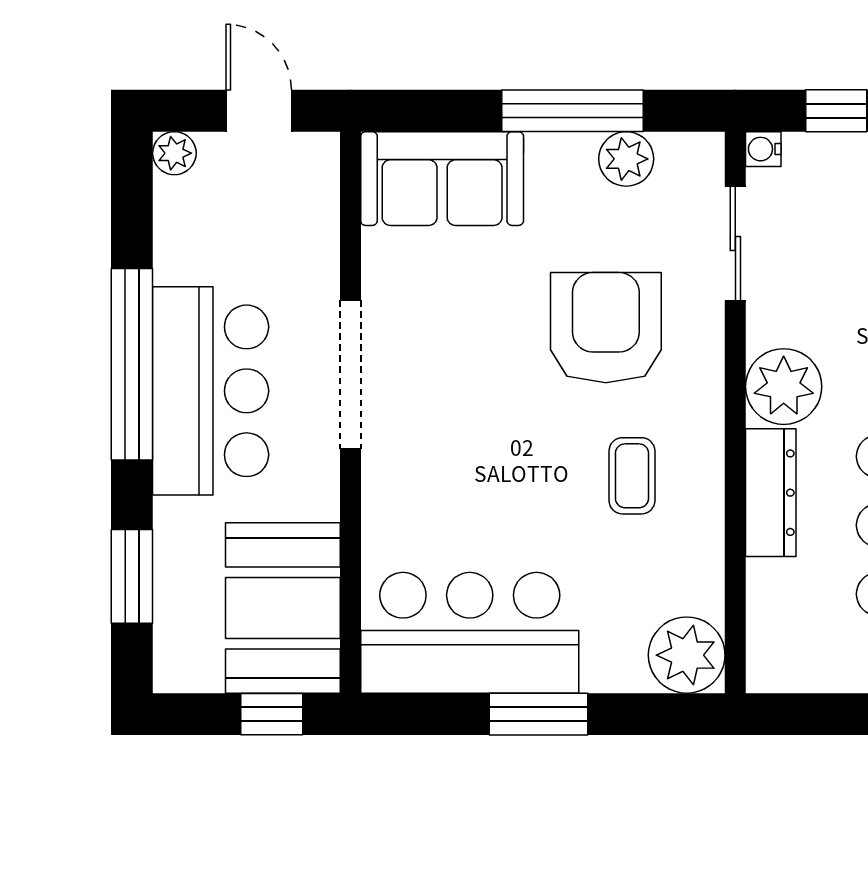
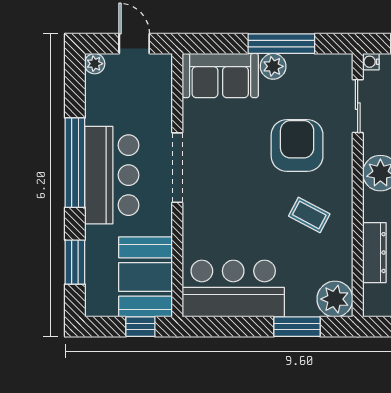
plant: (626, 159) -> (273, 66), moved
coffee table: (632, 476) -> (309, 215), turned -62
dresser: (771, 493) -> (374, 253), moved
window: (539, 714) -> (297, 327), moved

